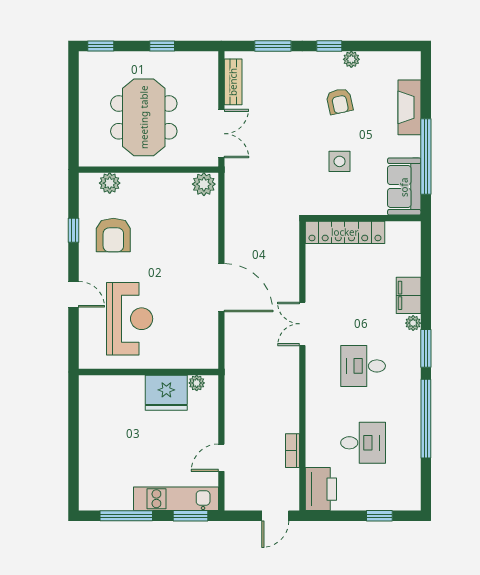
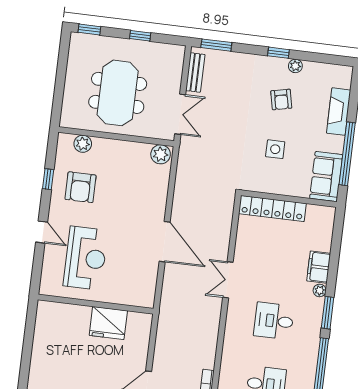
window: (273, 46) -> (216, 45), moved
plant: (197, 383) -> (134, 318), removed

